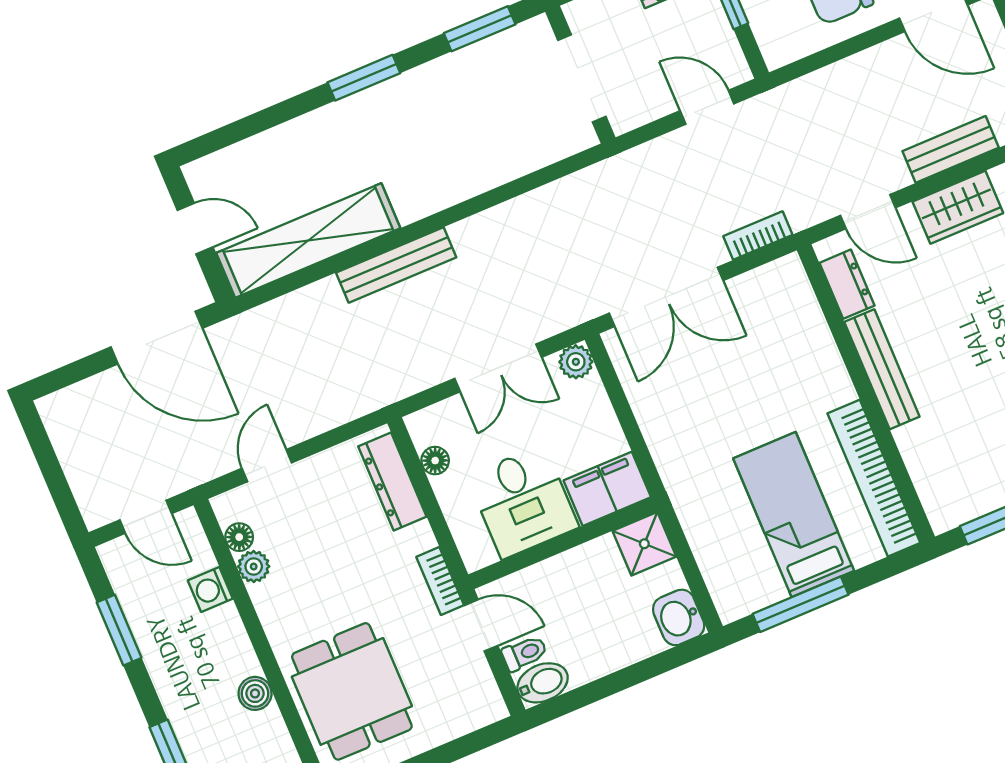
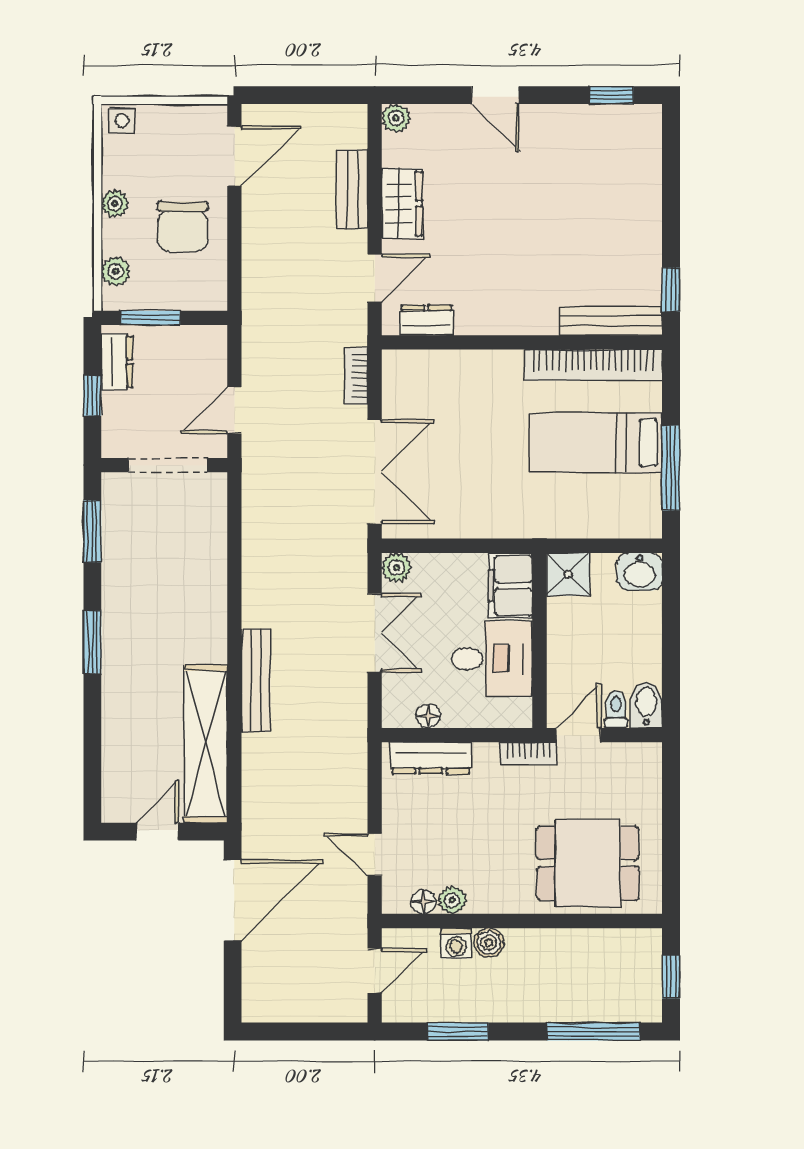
door: (707, 107) -> (234, 410), moved
bench: (882, 369) -> (611, 321), moved
boiler: (255, 693) -> (489, 943), moved

